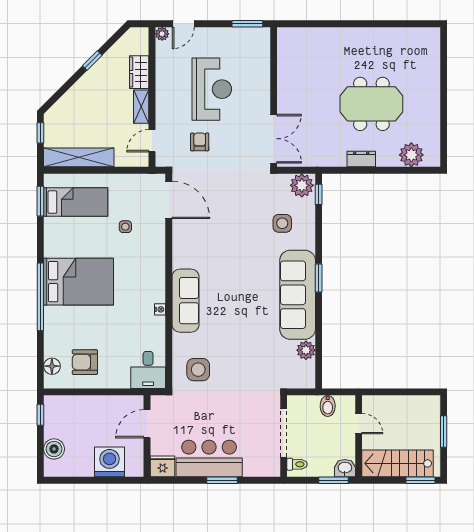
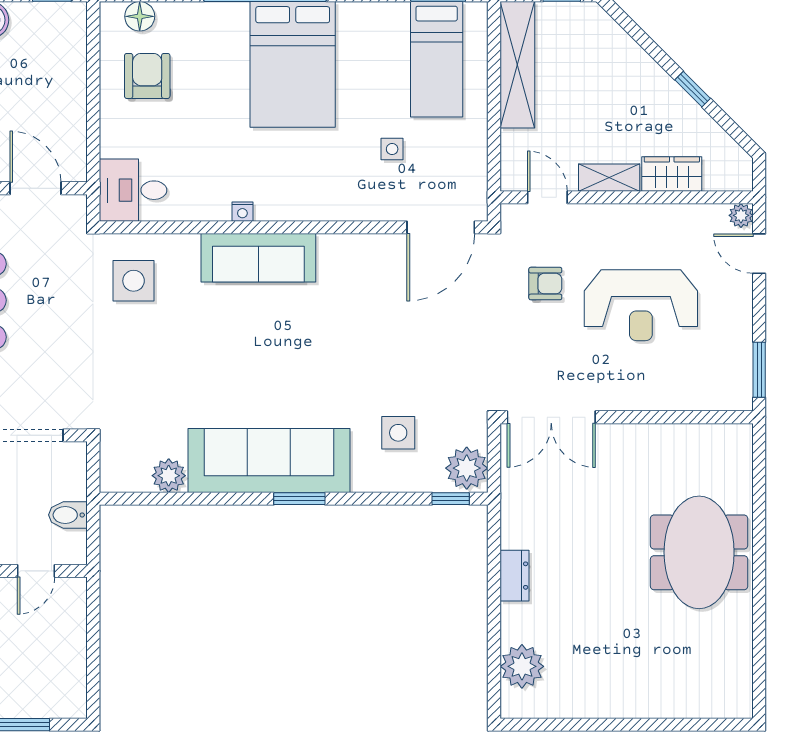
meeting table: (371, 104) -> (699, 552), moved

